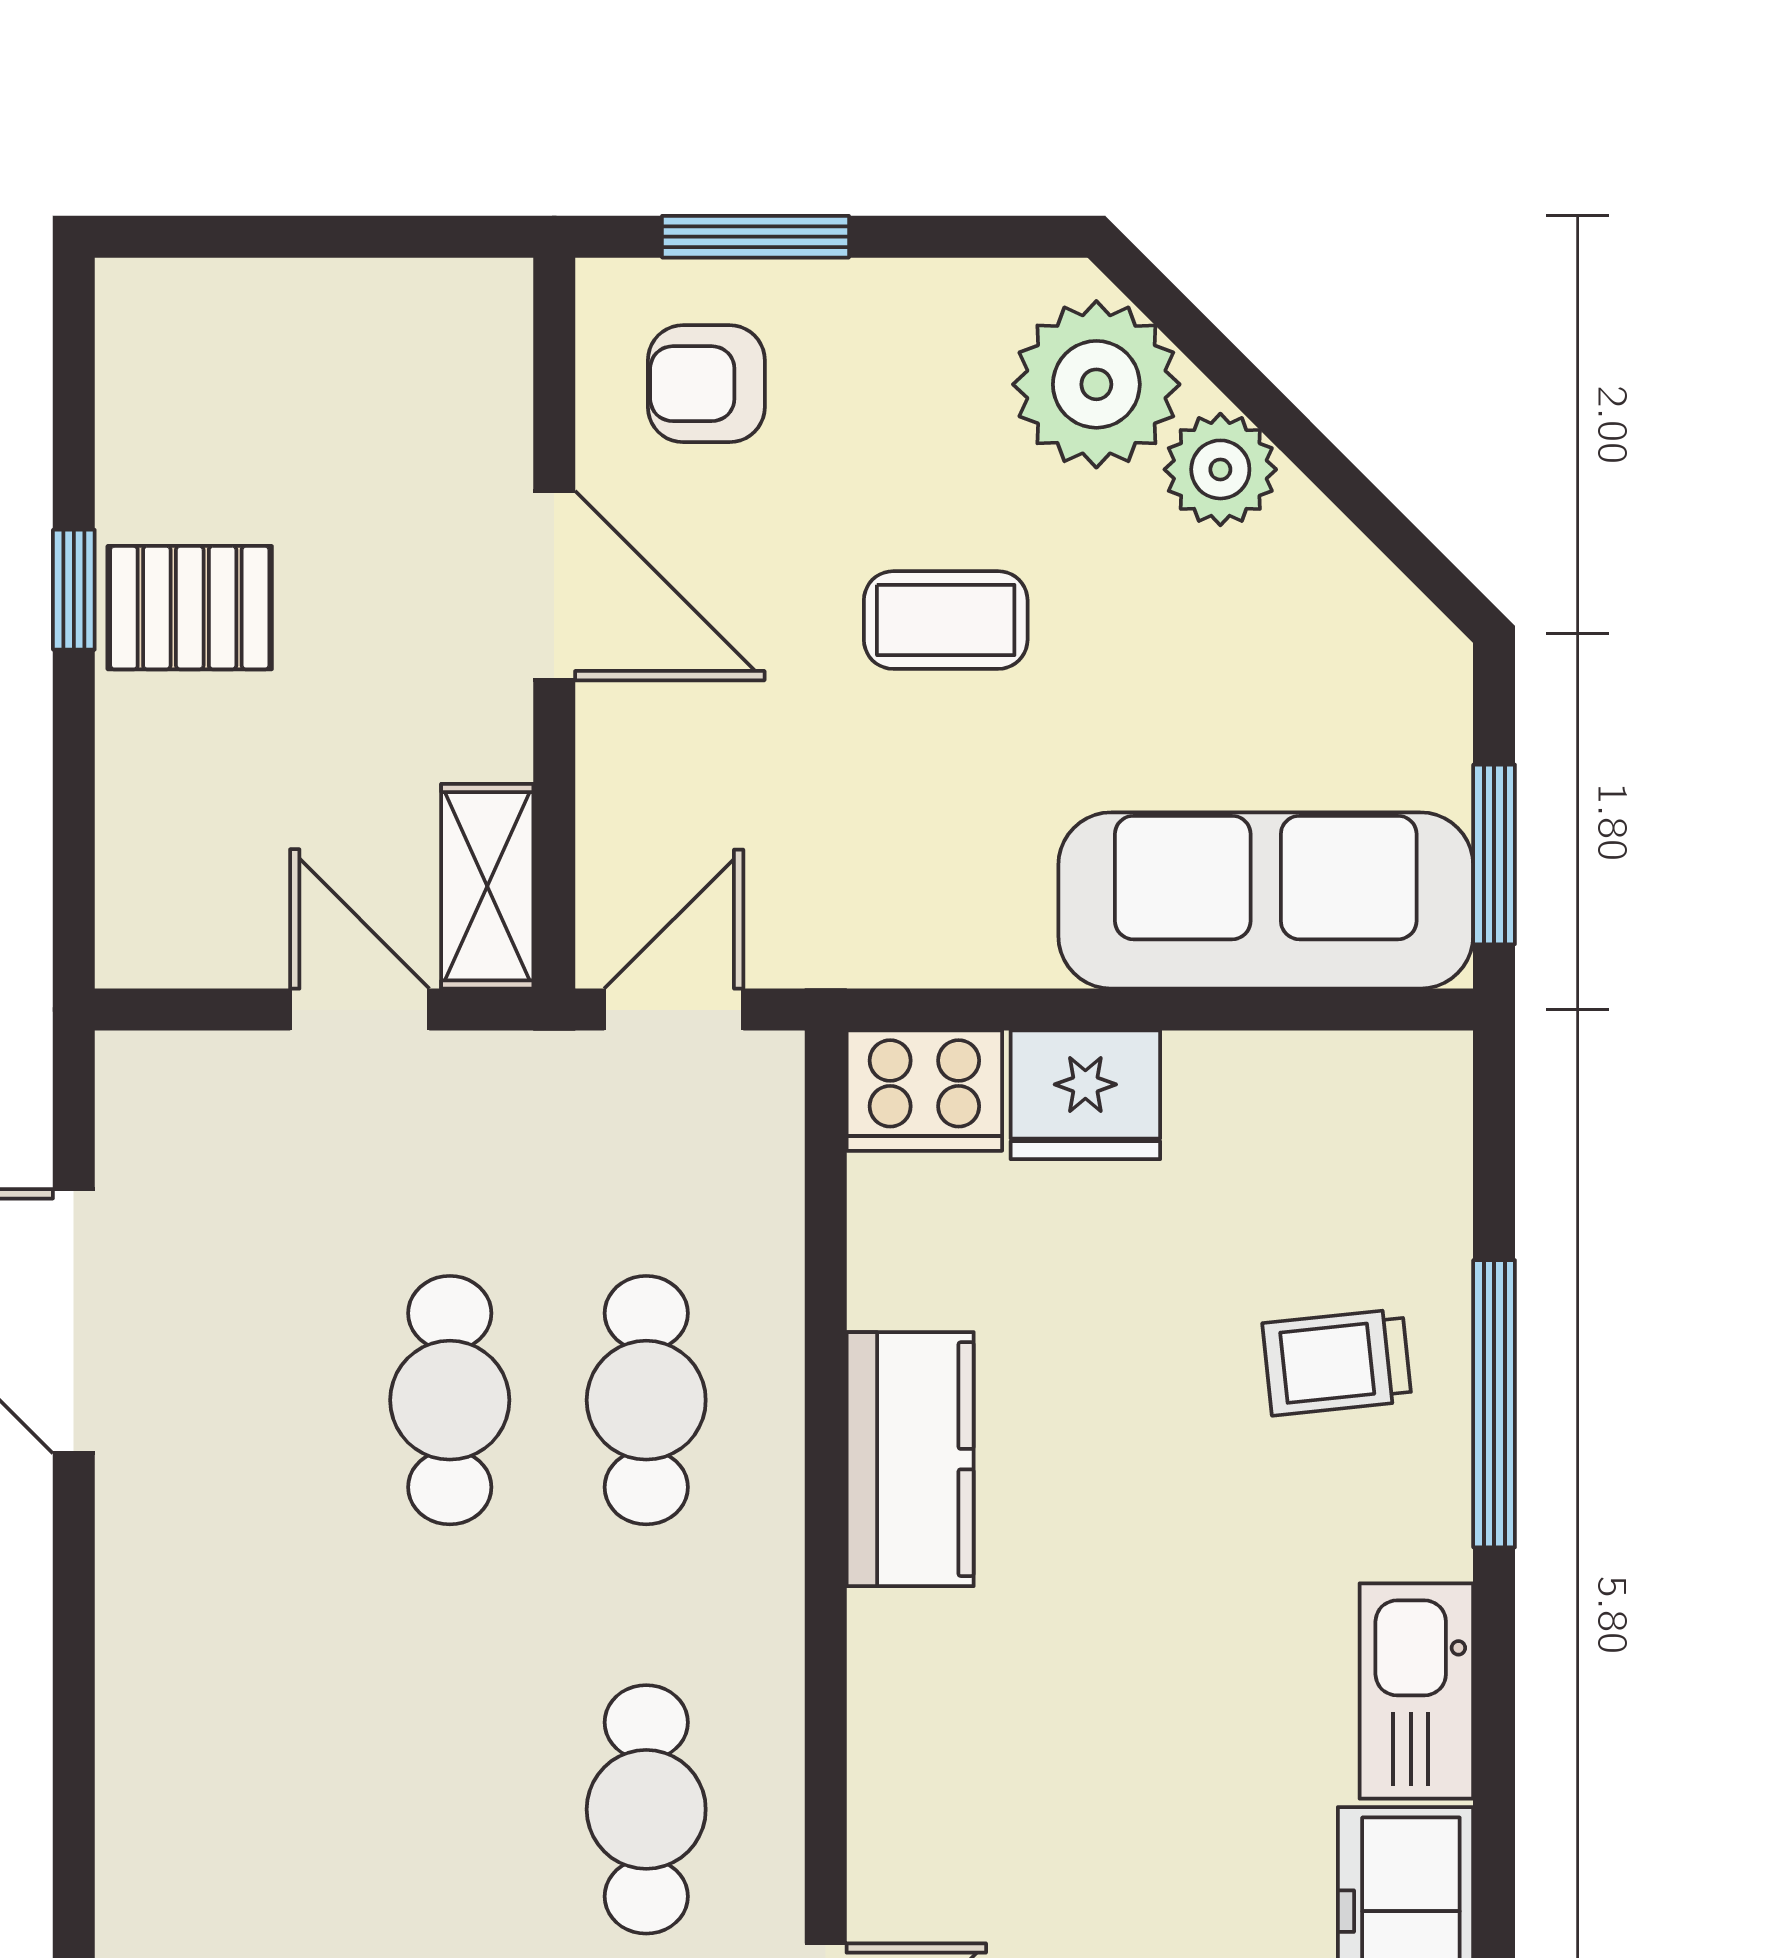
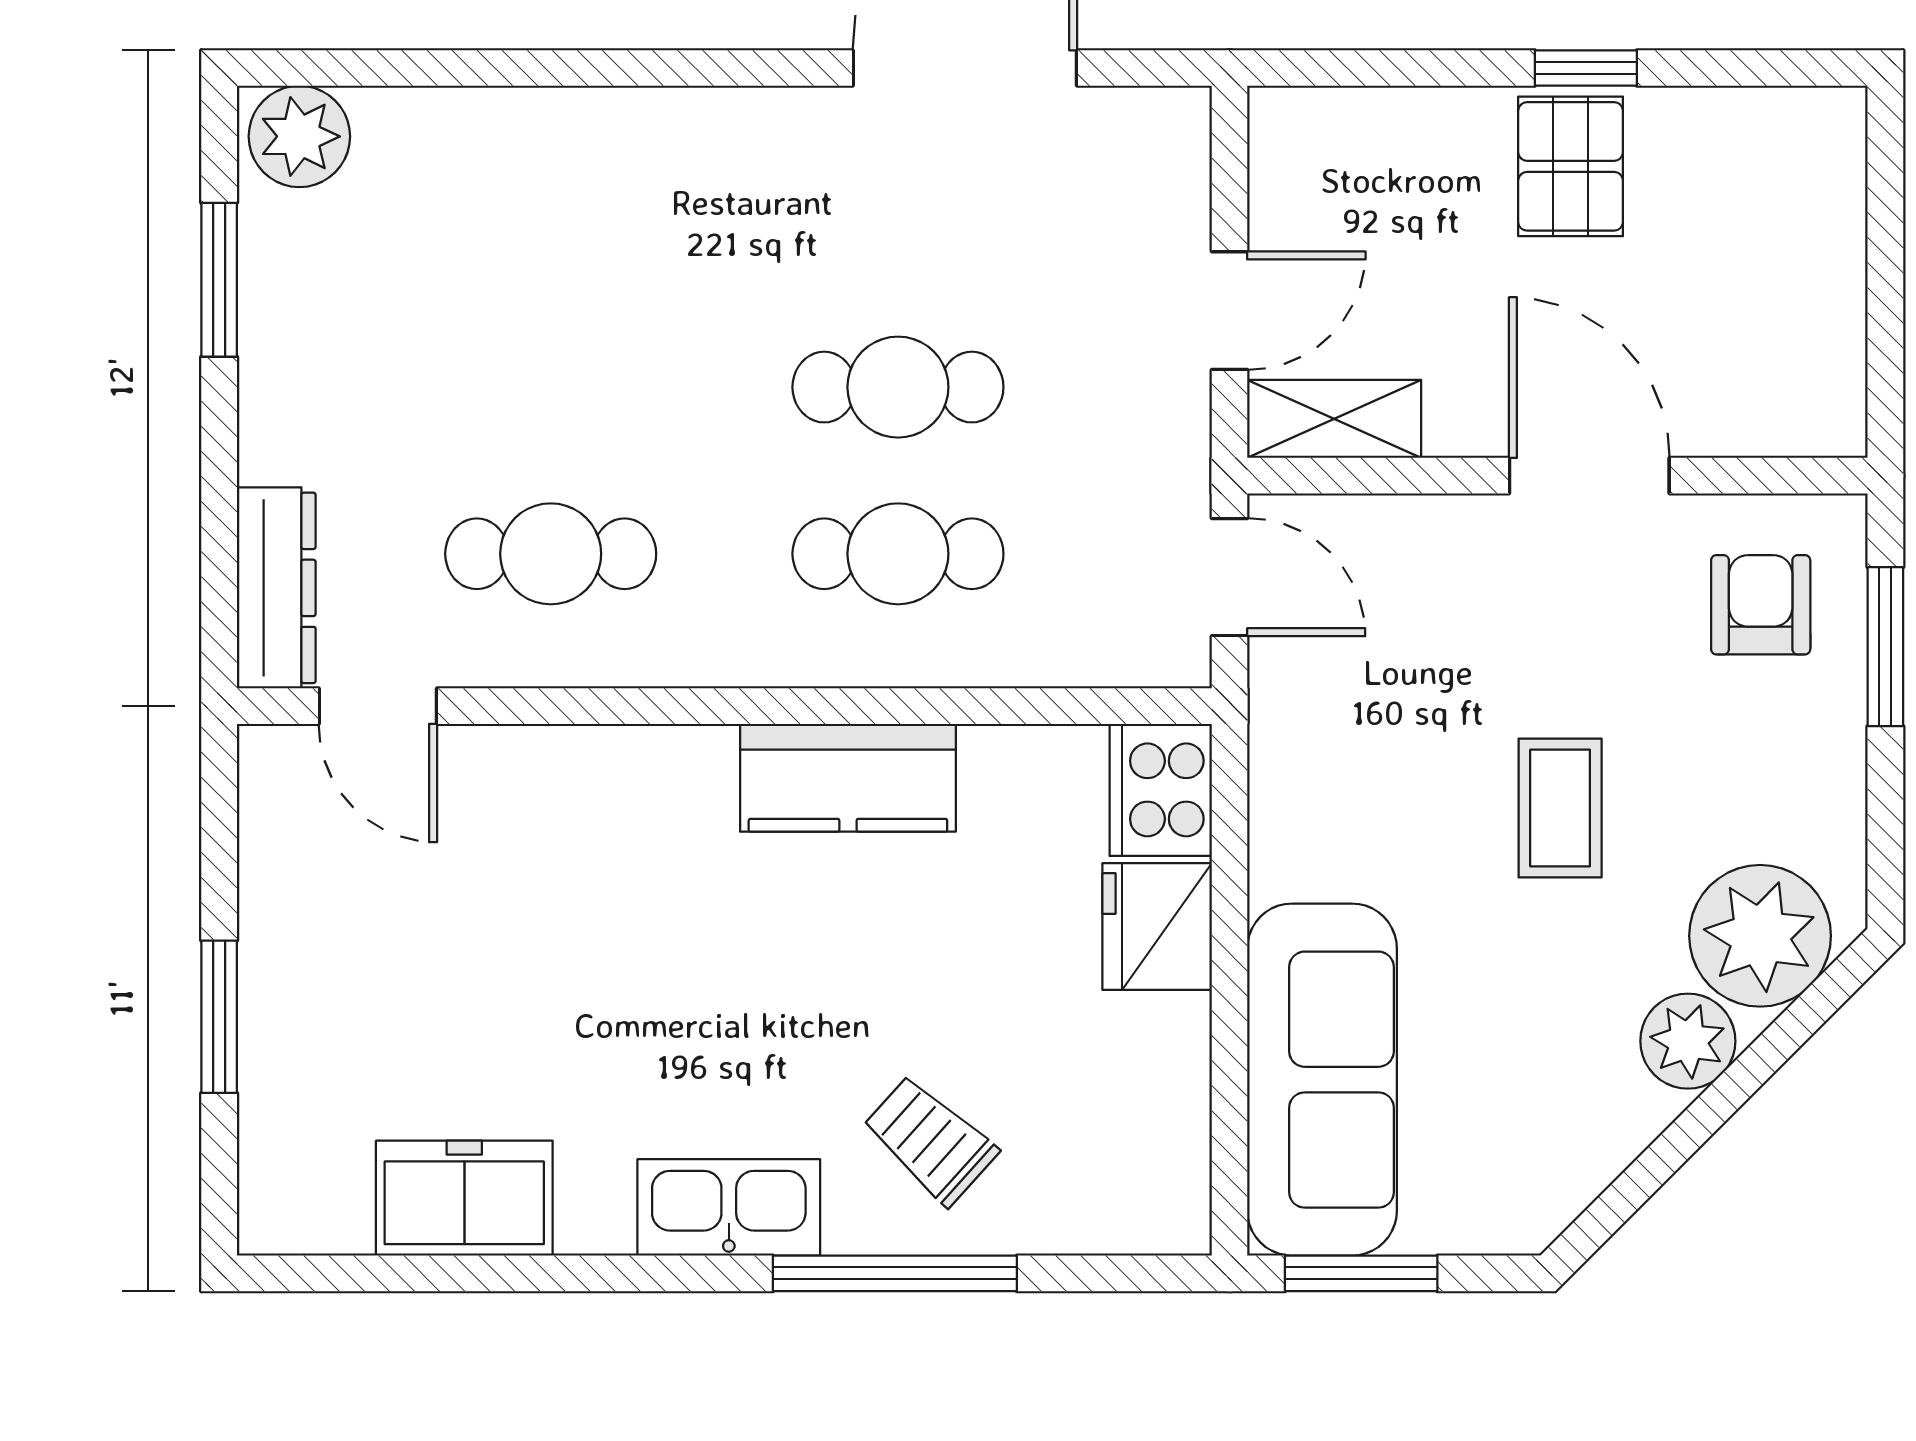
door: (554, 586) -> (1589, 476), swing flipped
trolley: (1337, 1362) -> (930, 1140), turned -42
kitchen sink: (1416, 1691) -> (729, 1207), moved

